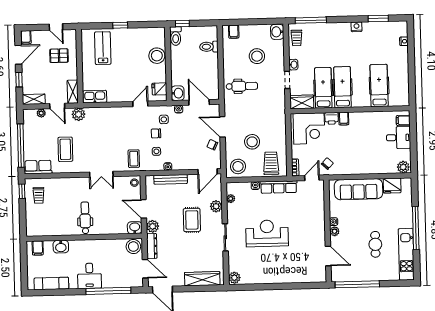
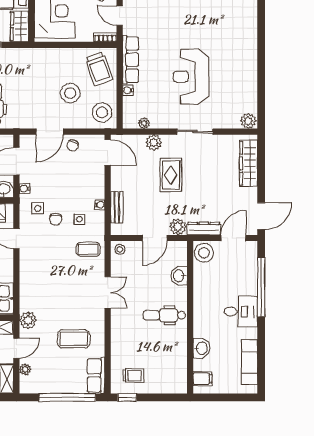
trolley: (271, 163) -> (99, 69), turned -109
bench: (171, 179) -> (117, 207), width x0.73
rug: (192, 220) -> (171, 175), turned 90
washbasin: (135, 228) -> (179, 276), moved

